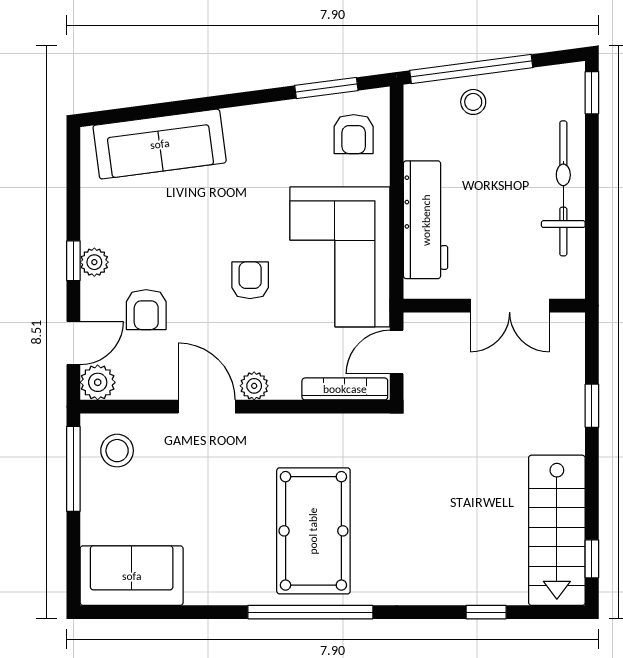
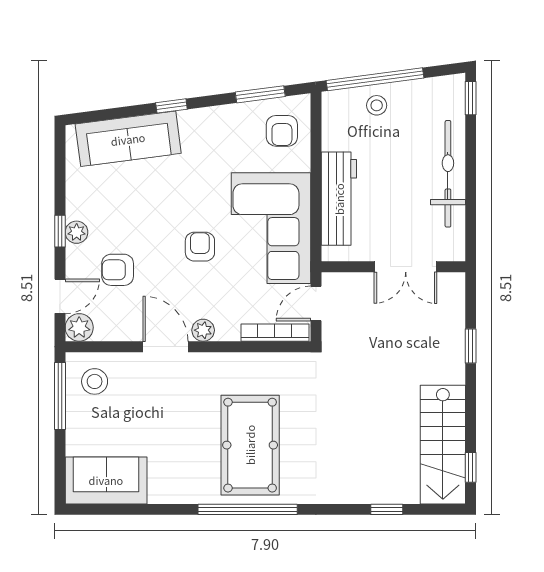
window: (214, 103) -> (171, 106), added
armchair: (146, 310) -> (118, 270), turned 90

